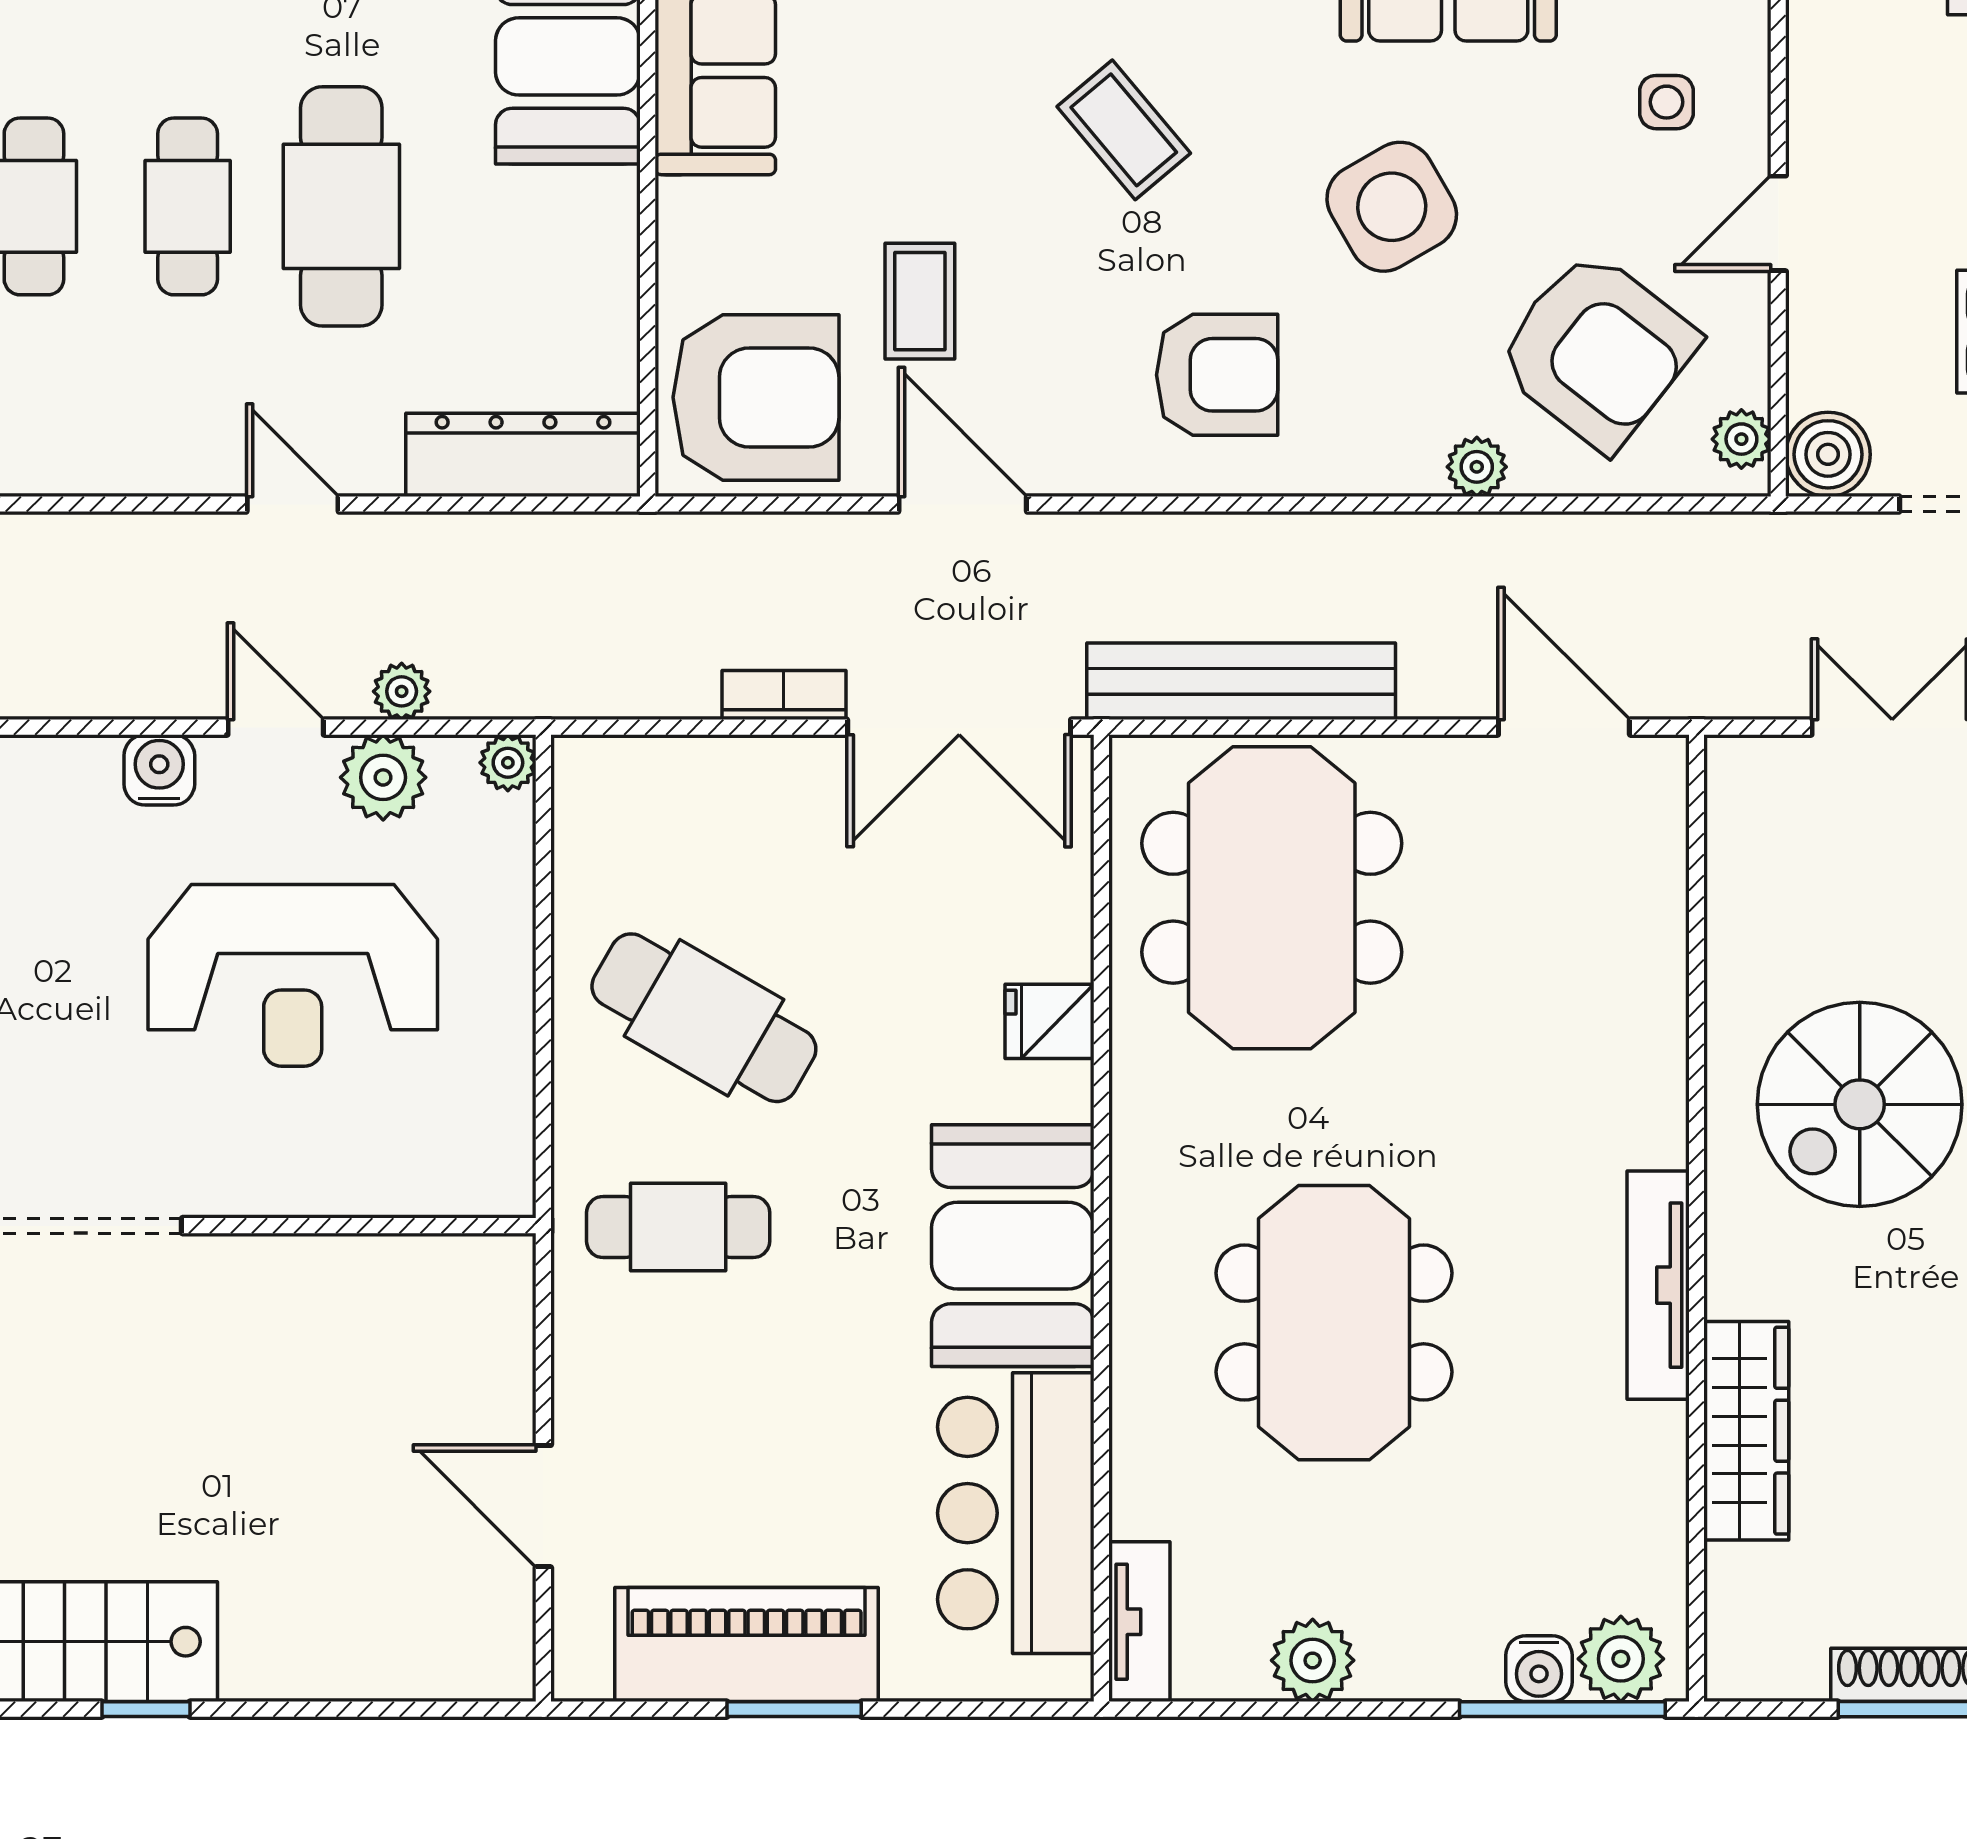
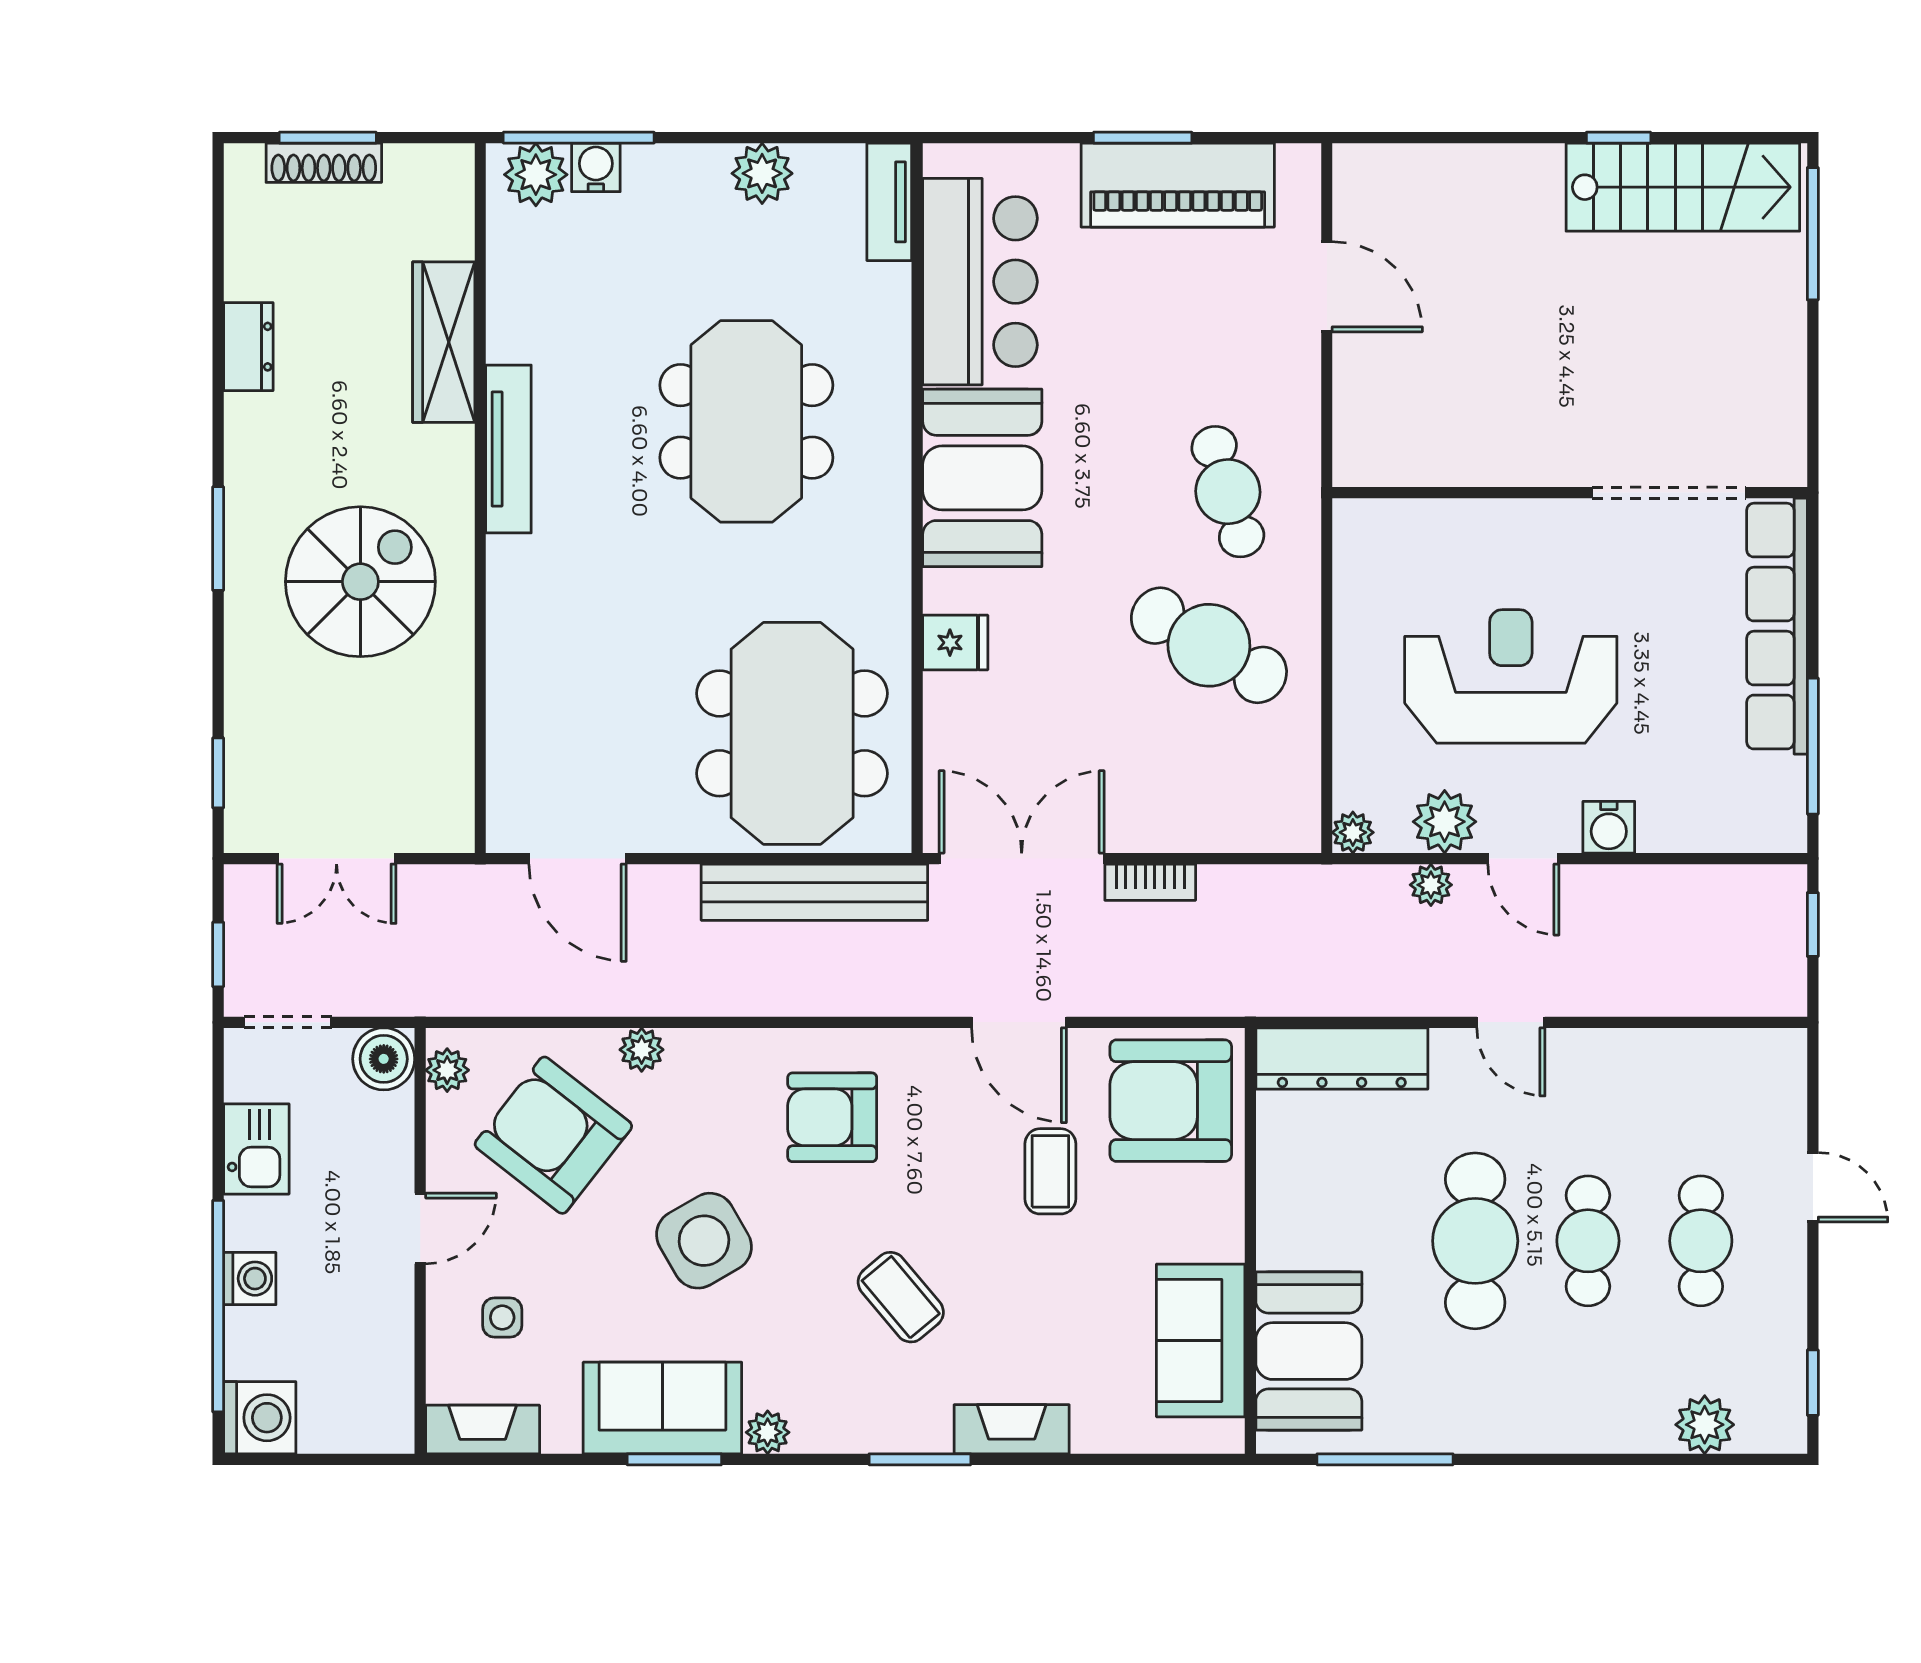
cafe table: (678, 1227) -> (1228, 492), turned 73

